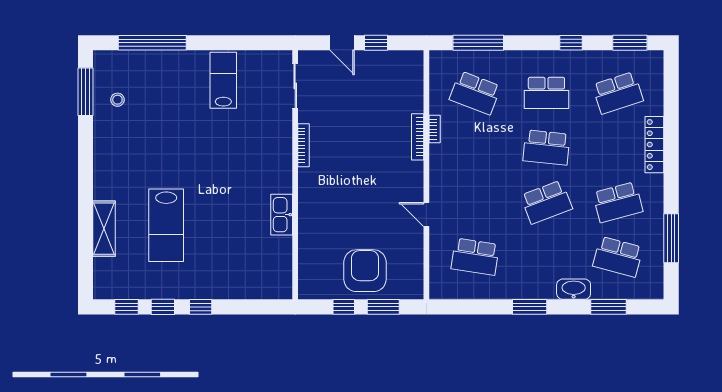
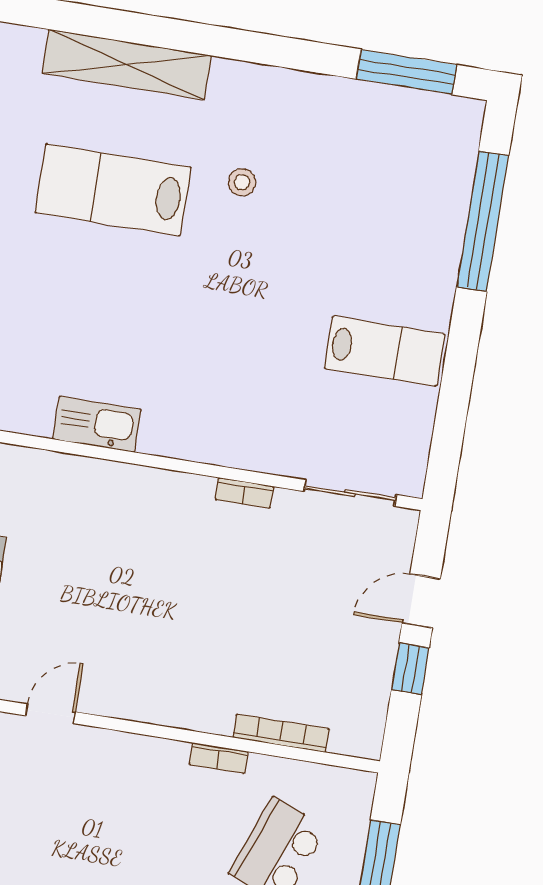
stool: (117, 100) -> (242, 182), moved
bookcase: (418, 137) -> (281, 733), moved
bookcase: (304, 145) -> (244, 493), width x0.64
shelving: (104, 229) -> (127, 64), width x1.47

